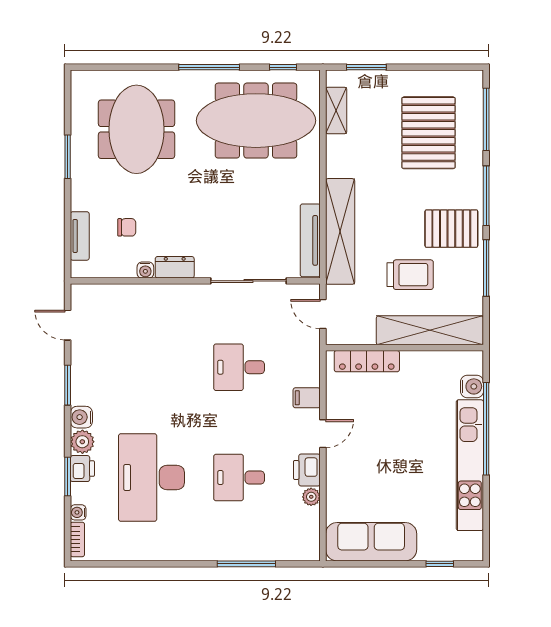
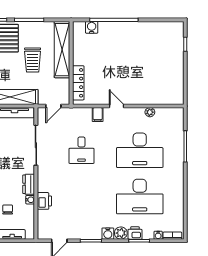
trolley: (410, 275) -> (33, 60), turned 180
kitchen unit: (470, 465) -> (133, 28), removed
printer: (307, 470) -> (44, 201), moved, turned -90
desk: (239, 477) -> (140, 150), width x1.87, depth x1.30
sofa: (371, 542) -> (174, 81), removed

